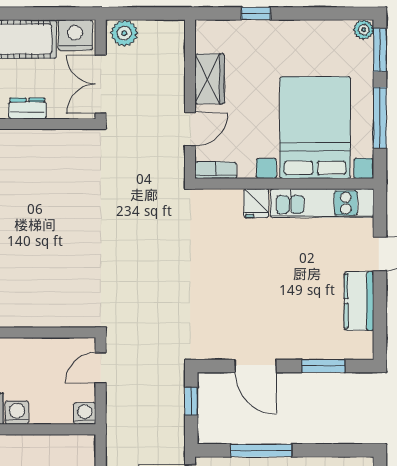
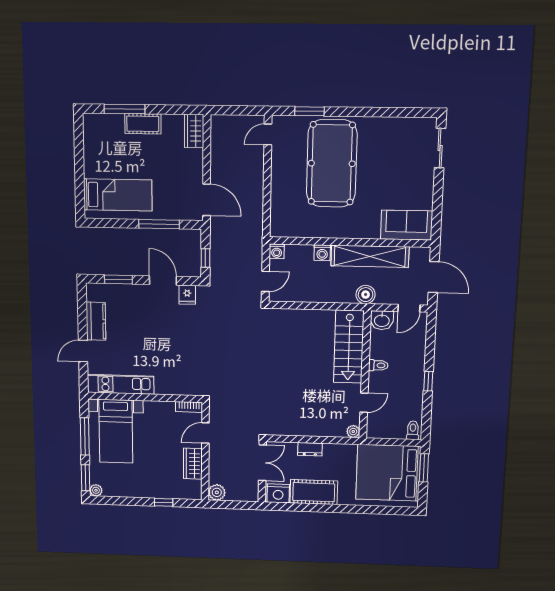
plant: (124, 33) -> (217, 492), moved
bed with nightstands: (315, 128) -> (116, 431), width x0.73
fridge: (256, 203) -> (187, 295), moved, turned 180

